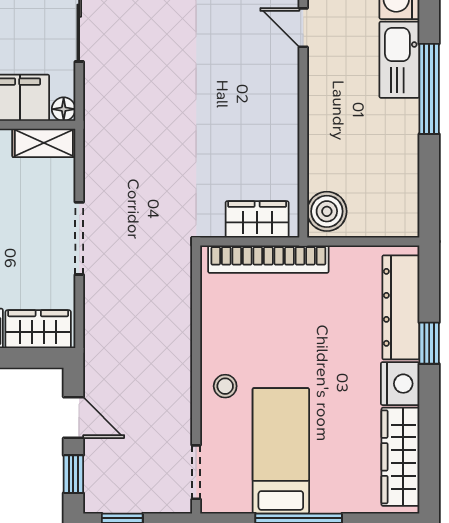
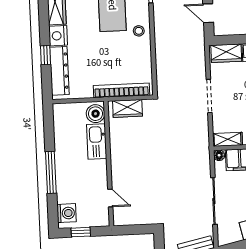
kitchen sink: (399, 60) -> (97, 141), moved, turned 180

